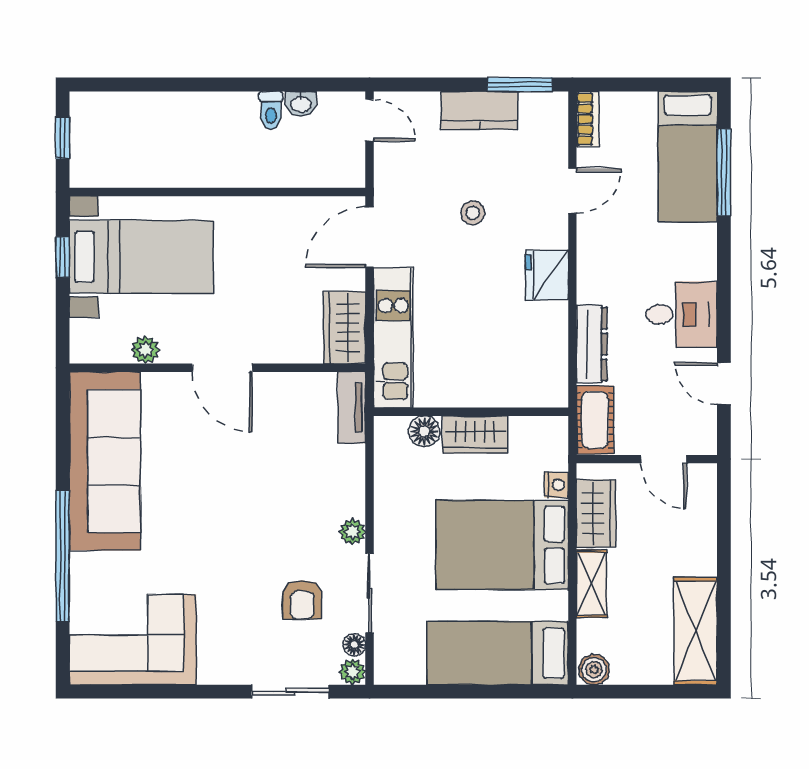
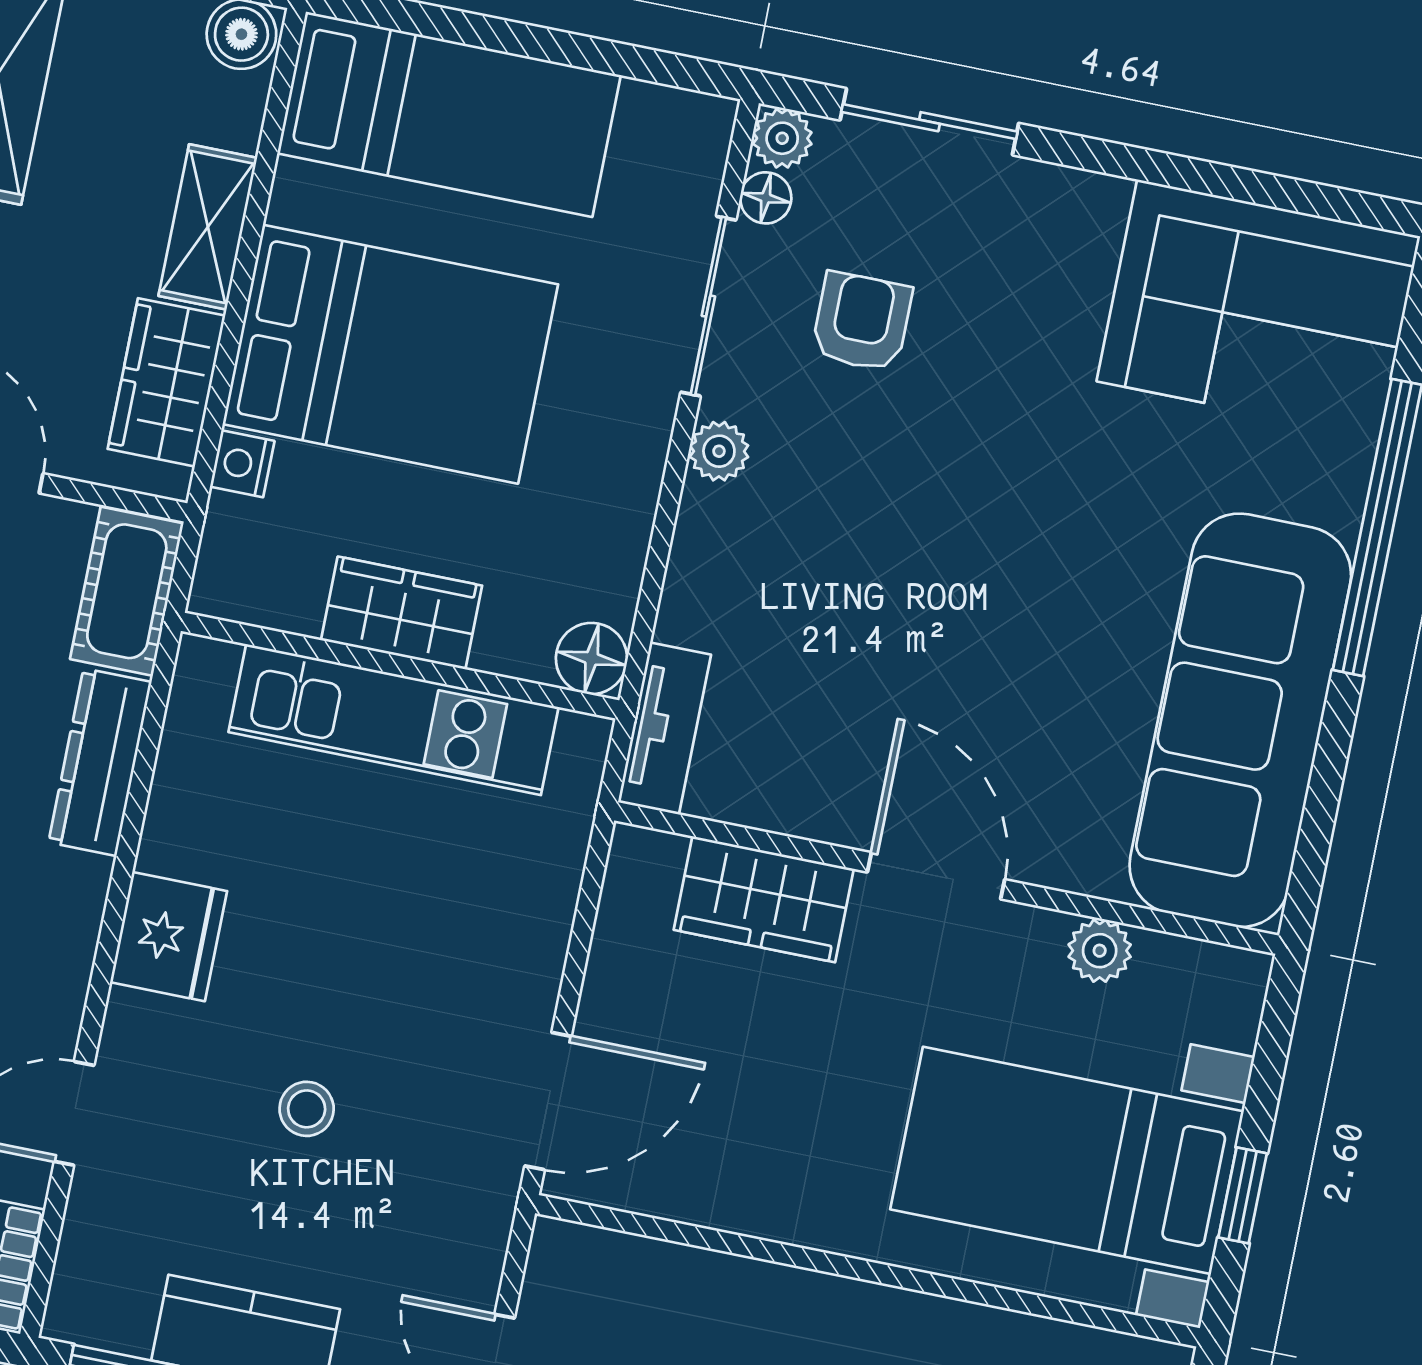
wardrobe: (345, 328) -> (764, 899), moved, turned 90
kitchen unit: (393, 338) -> (393, 720), moved, turned -90
floor lamp: (424, 431) -> (592, 658), moved

